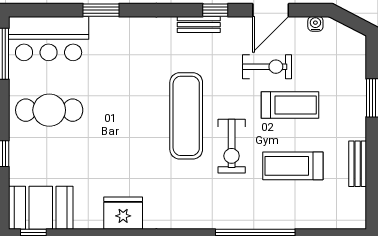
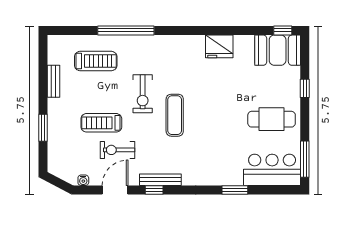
bench: (199, 25) -> (160, 180), width x1.36
exercise mat: (186, 116) -> (175, 115), width x0.73, depth x0.69
exercise bike: (232, 146) -> (143, 94), turned 180
treadmill: (293, 166) -> (96, 61), moved

